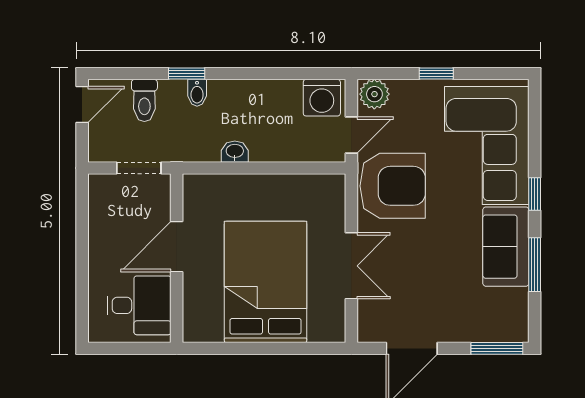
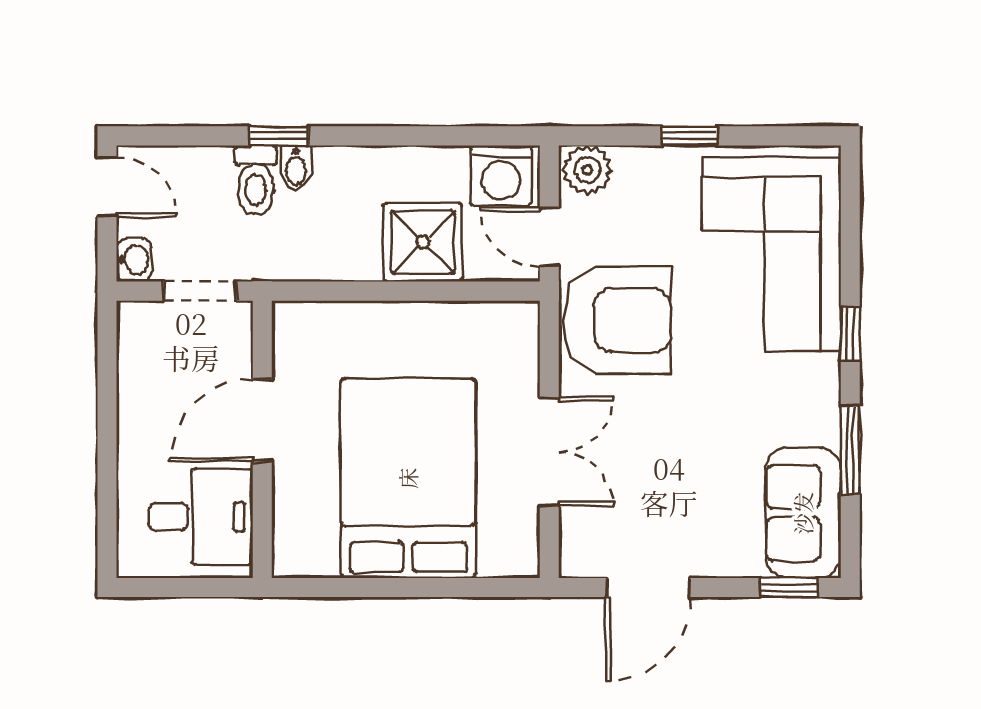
toilet: (144, 100) -> (256, 180), moved
door: (82, 105) -> (107, 187), hinge flipped
door: (351, 135) -> (549, 237), swing flipped
shower: (274, 138) -> (423, 242), added
washbasin: (235, 152) -> (134, 260), moved, turned 90
sofa: (506, 247) -> (803, 513), moved
window: (497, 348) -> (789, 588), width x0.67

